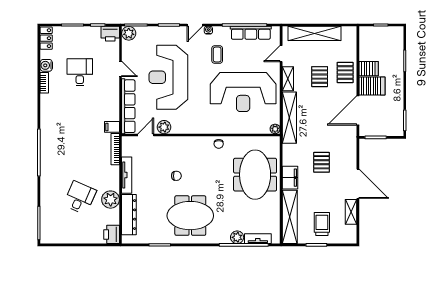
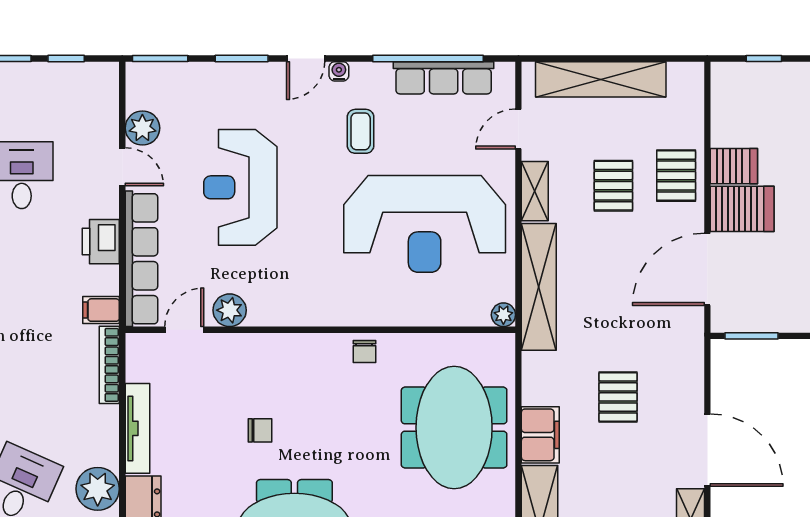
plant: (129, 33) -> (142, 128), moved
printer: (110, 34) -> (101, 242), moved, turned 90
reception desk: (168, 77) -> (240, 187), width x0.74, depth x0.77

